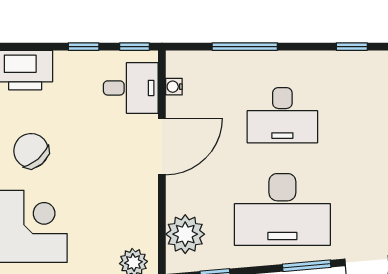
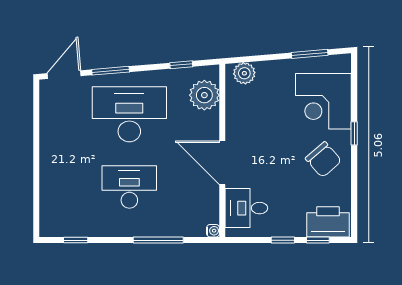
window: (135, 47) -> (318, 240), moved
water cooler: (174, 87) -> (213, 231), moved
door: (162, 146) -> (222, 163), hinge flipped

